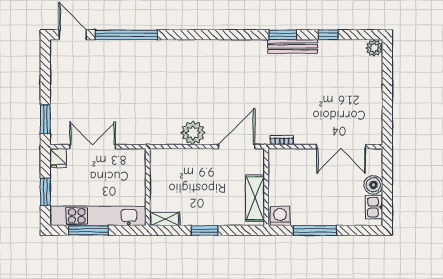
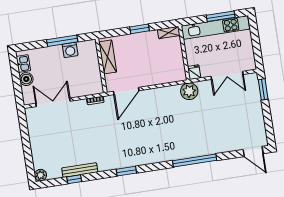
window: (126, 35) -> (195, 161), moved
window: (283, 35) -> (126, 171), moved
bench: (293, 46) -> (80, 170), moved
plant: (193, 133) -> (189, 91), moved
fridge: (58, 158) -> (194, 72), moved
window: (45, 192) -> (255, 38), removed
washing machine: (280, 216) -> (70, 50), moved

